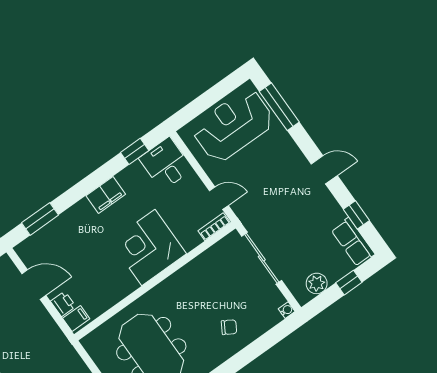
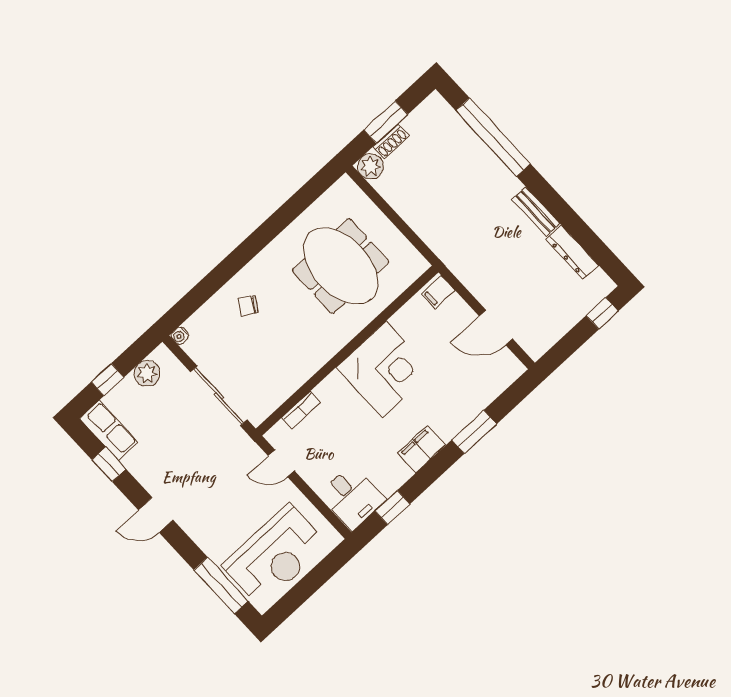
window: (40, 219) -> (474, 432), moved
bookcase: (214, 227) -> (301, 410), moved
corner desk: (148, 247) -> (384, 369), moved
printer: (63, 304) -> (457, 308), removed

